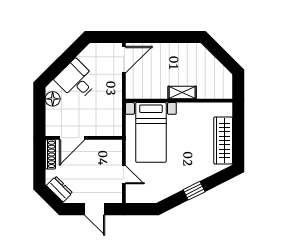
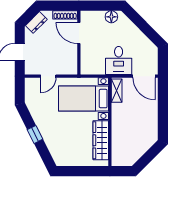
desk: (76, 80) -> (119, 60), moved, turned 135
shelving: (182, 93) -> (117, 91), moved
wardrobe: (223, 140) -> (101, 140), moved, turned -90

